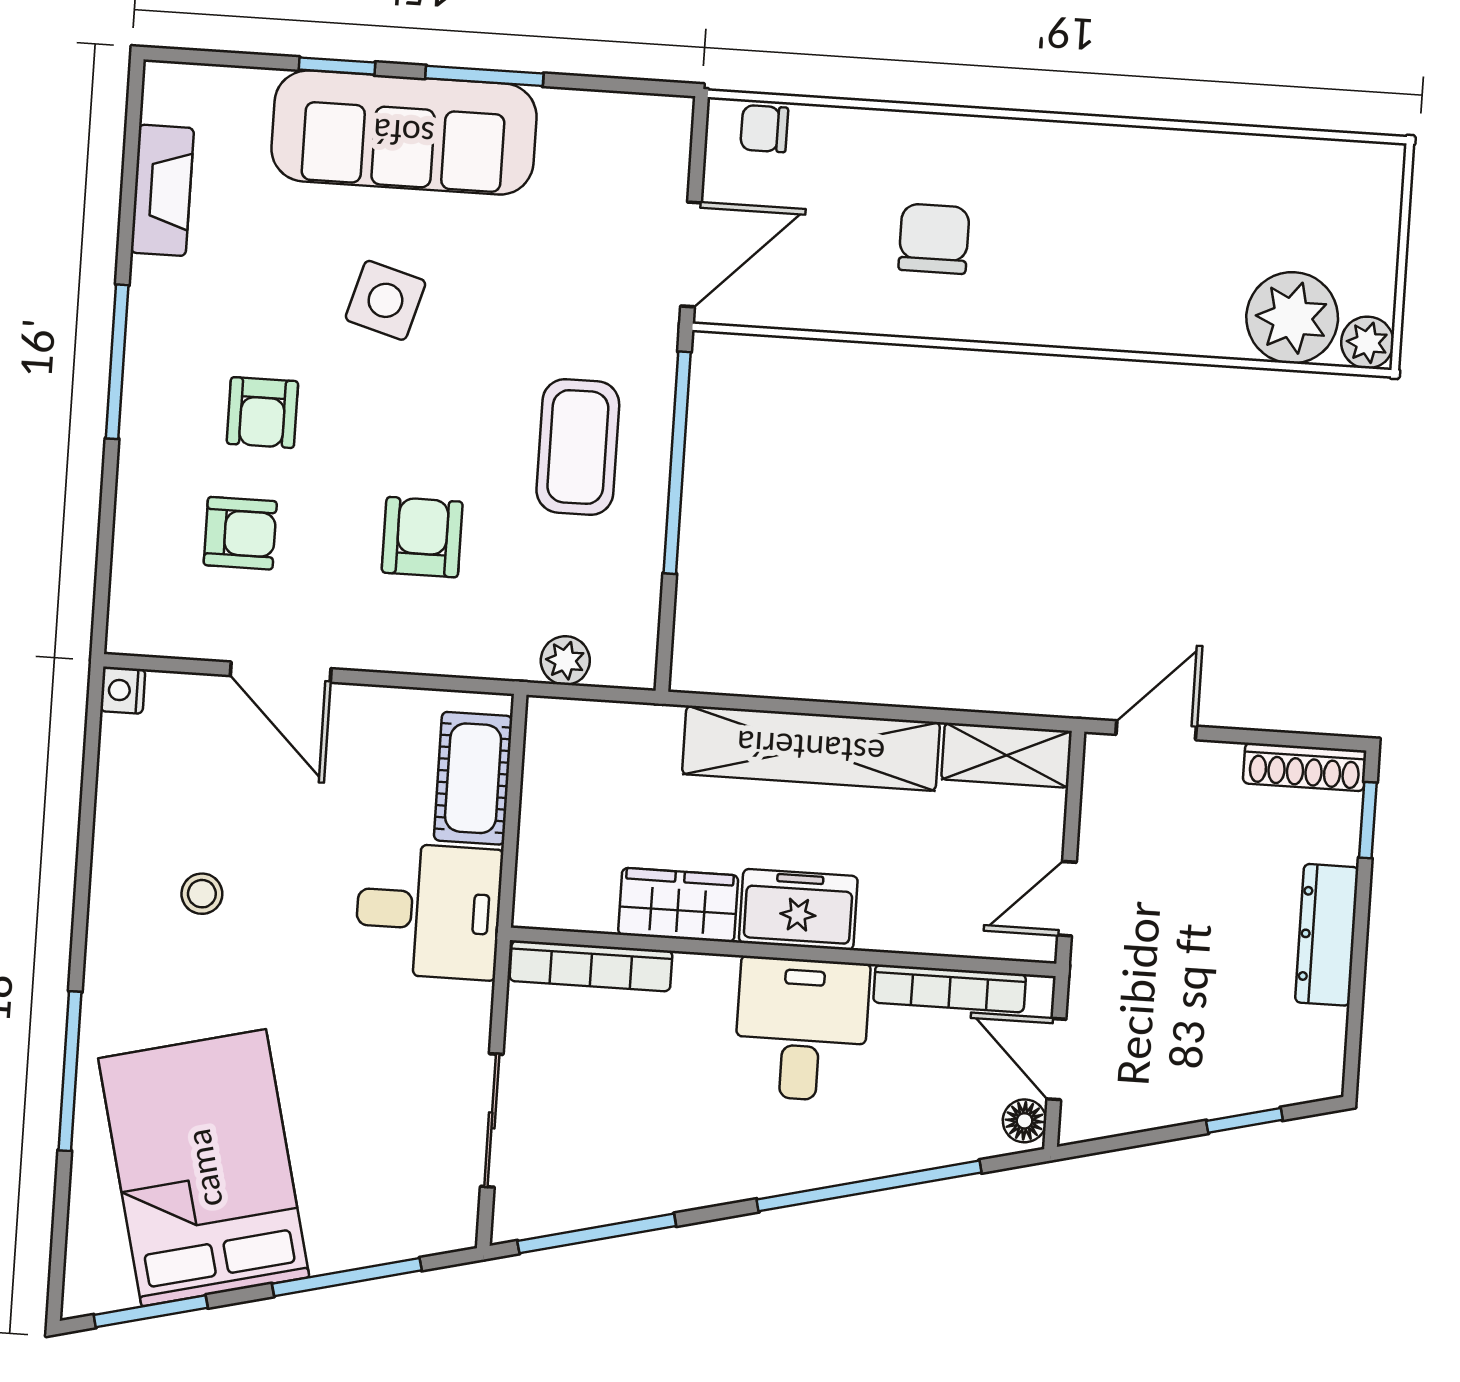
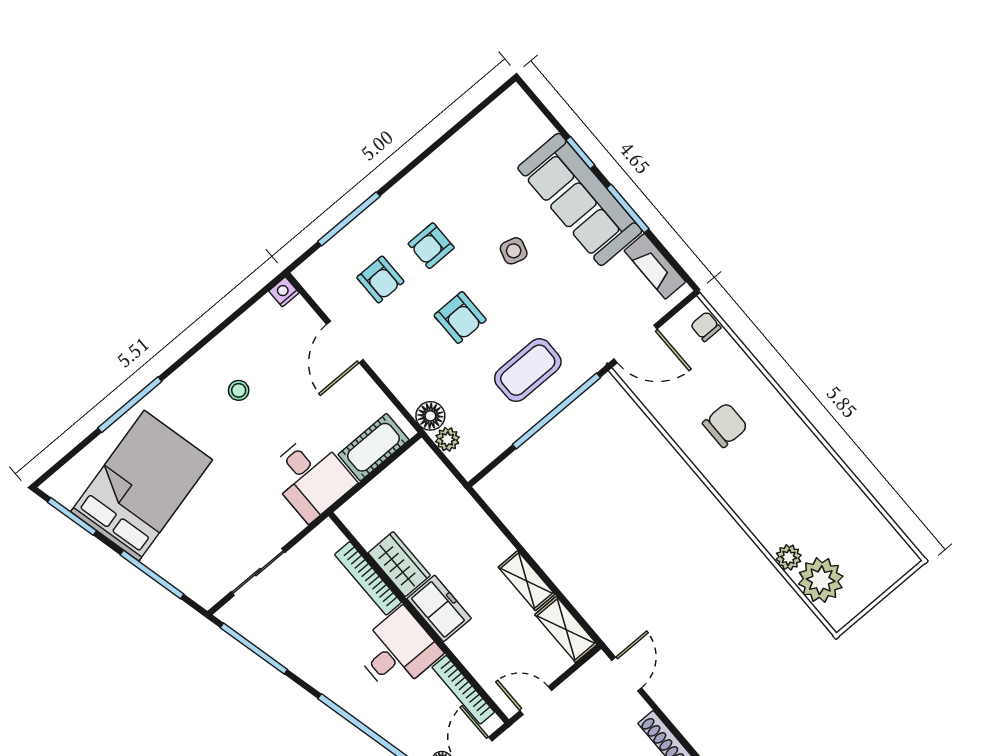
fireplace: (162, 190) -> (655, 266), moved, turned 90
side table: (385, 300) -> (514, 251), width x0.73, depth x0.73
plant: (1367, 342) -> (789, 557), moved
window: (117, 362) -> (349, 219), moved
armchair: (422, 537) -> (460, 318), moved, turned 90
floor lamp: (508, 652) -> (430, 416), added
door: (1156, 730) -> (627, 674), hinge flipped
shelving: (811, 748) -> (526, 581), width x0.45, depth x0.75
bookcase: (591, 966) -> (368, 578), moved

